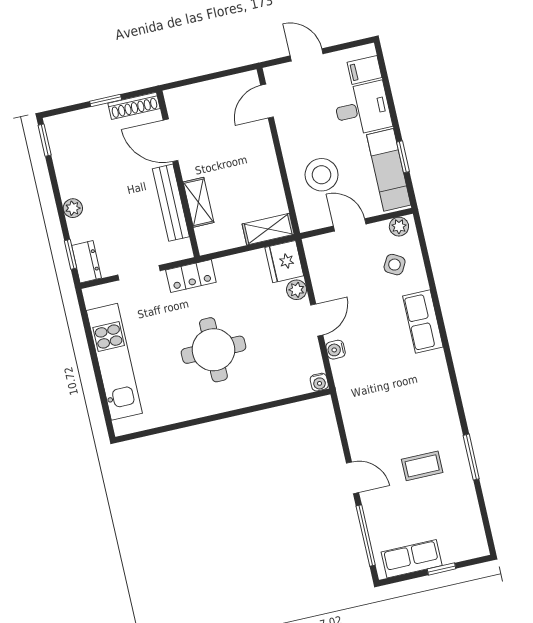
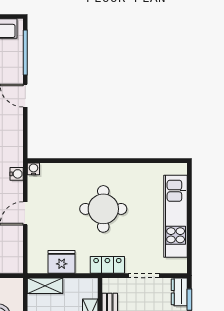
fridge: (284, 262) -> (62, 262), moved, turned -90
plant: (297, 290) -> (35, 238), removed
water cooler: (336, 350) -> (17, 174), moved

